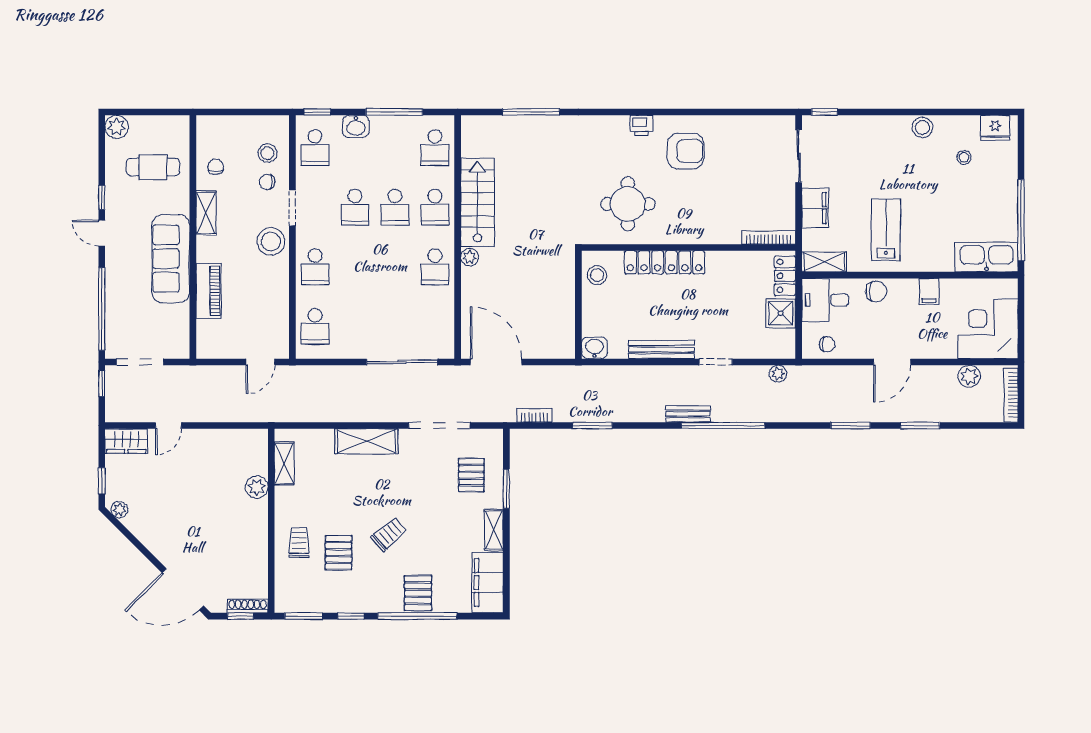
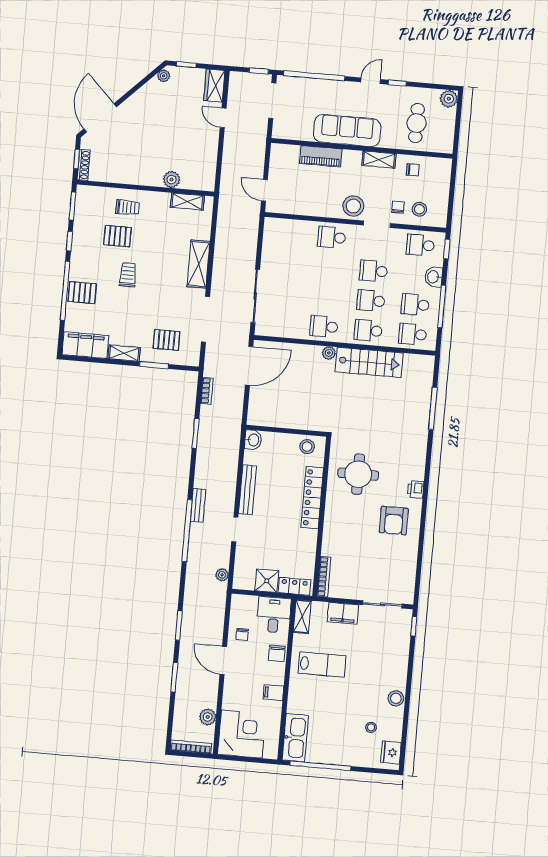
school desk: (315, 326) -> (415, 305), moved
chair: (827, 344) -> (242, 634), moved
trolley: (389, 534) -> (128, 275), turned -139

